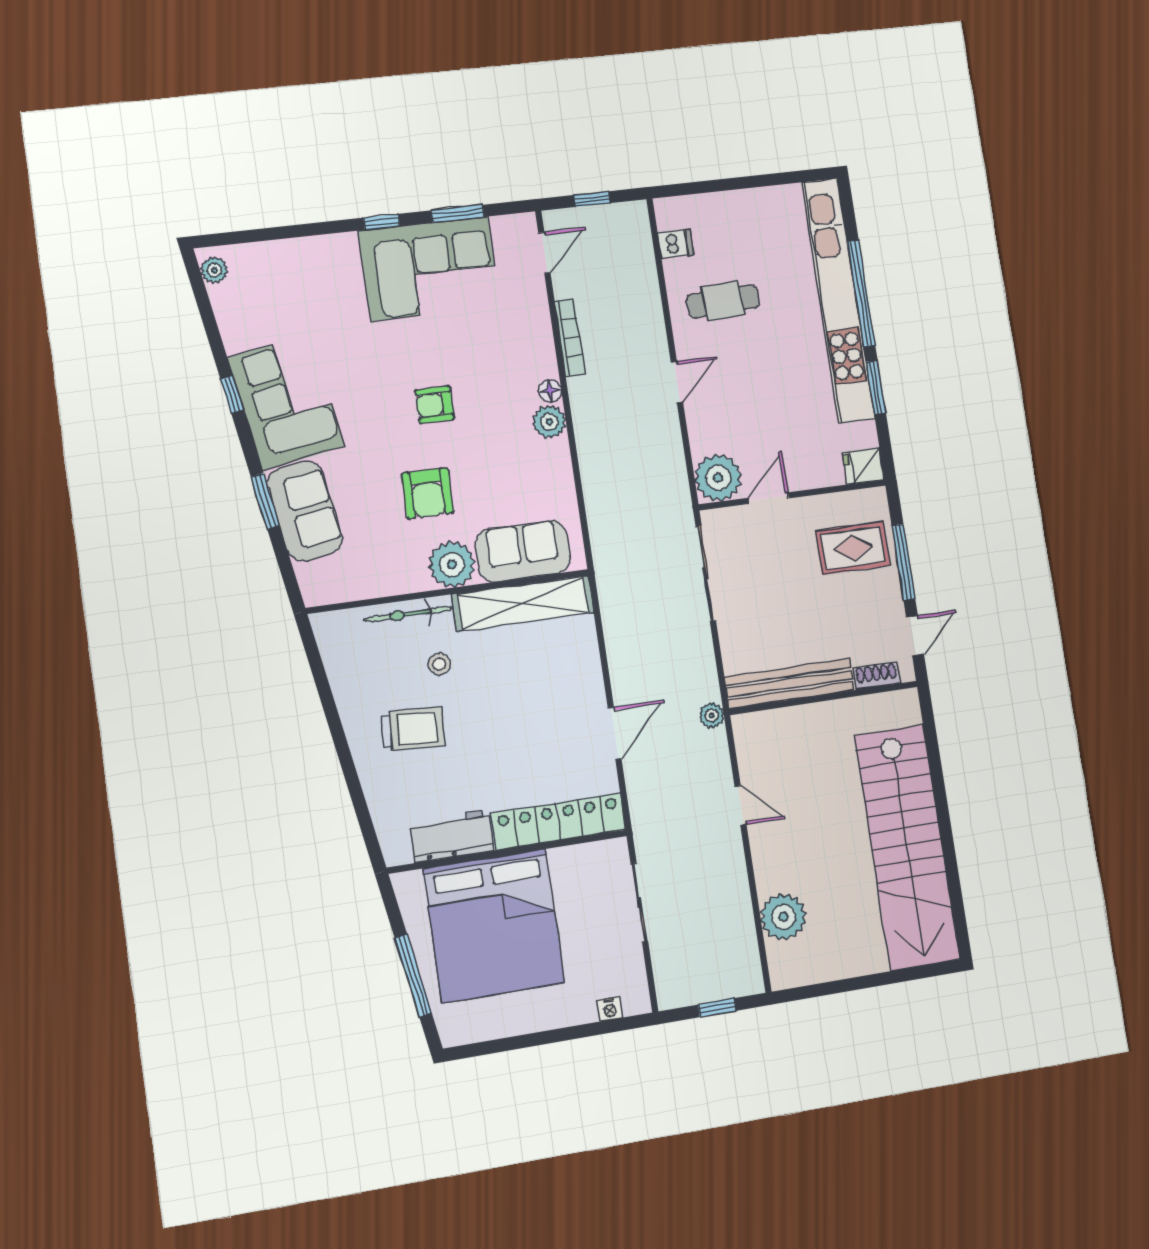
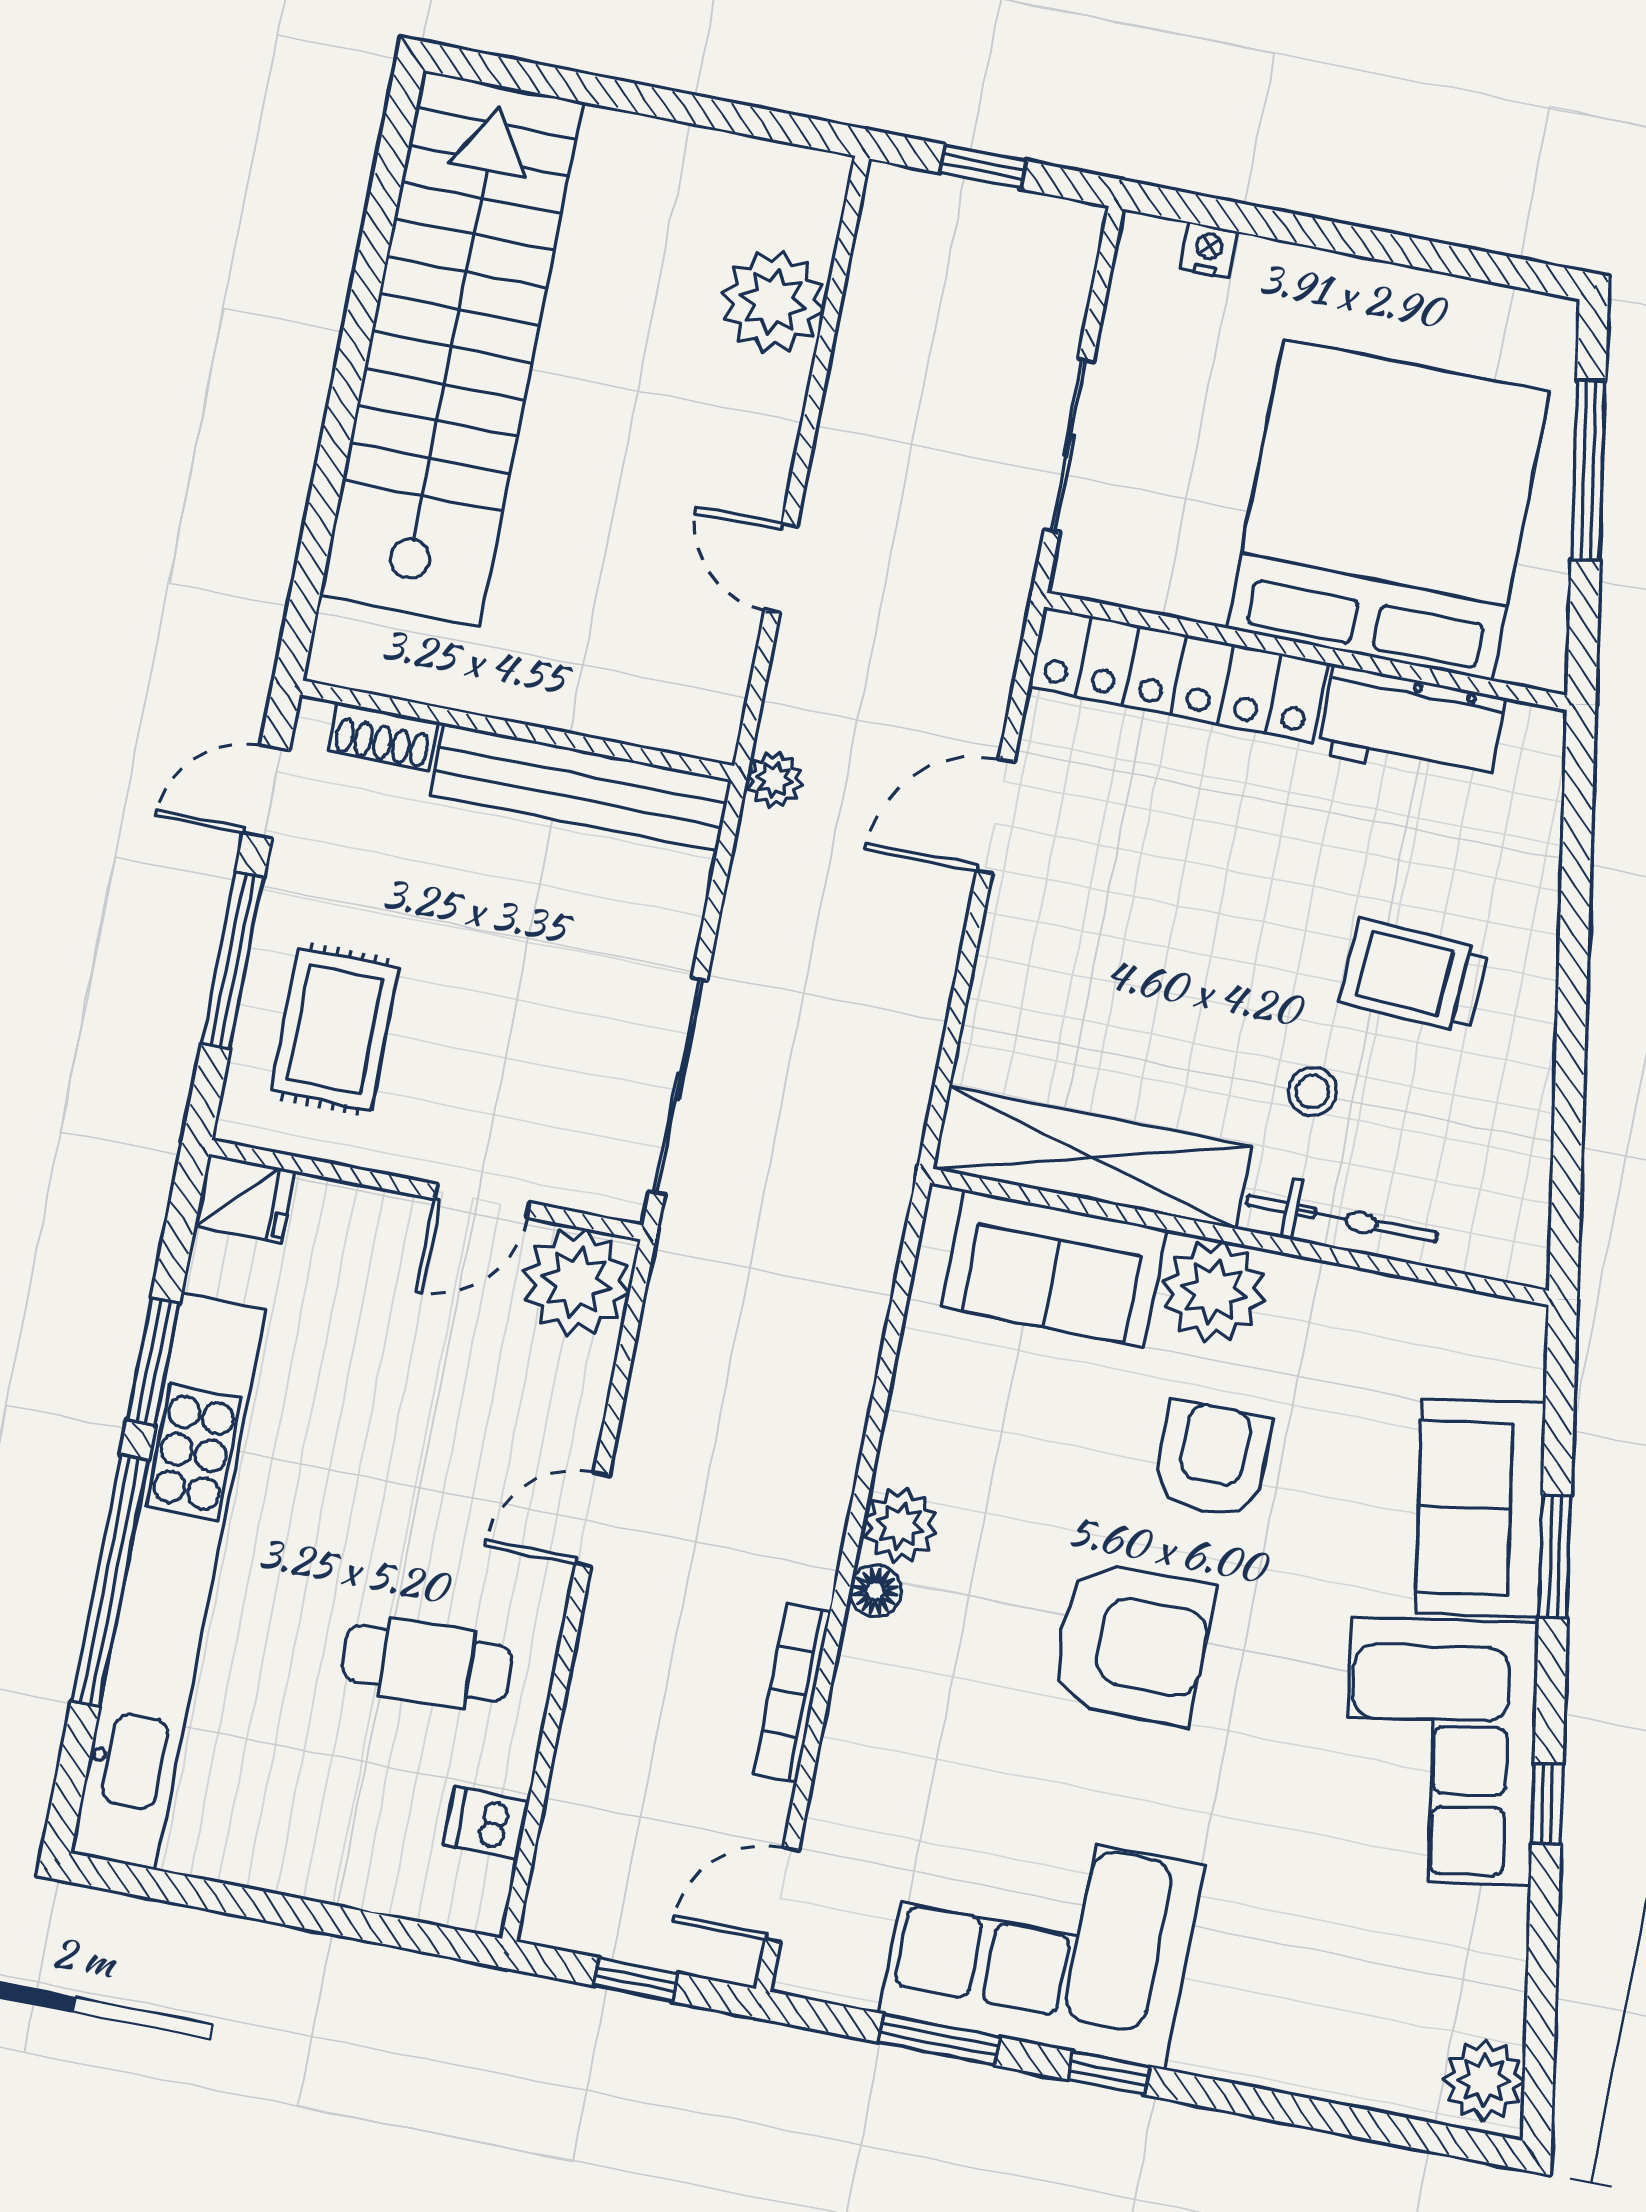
plant: (214, 270) -> (1484, 2080), width x1.38, depth x1.38
armchair: (435, 405) -> (1132, 1643), width x1.88, depth x1.88
rug: (853, 548) -> (335, 1029), turned 90

